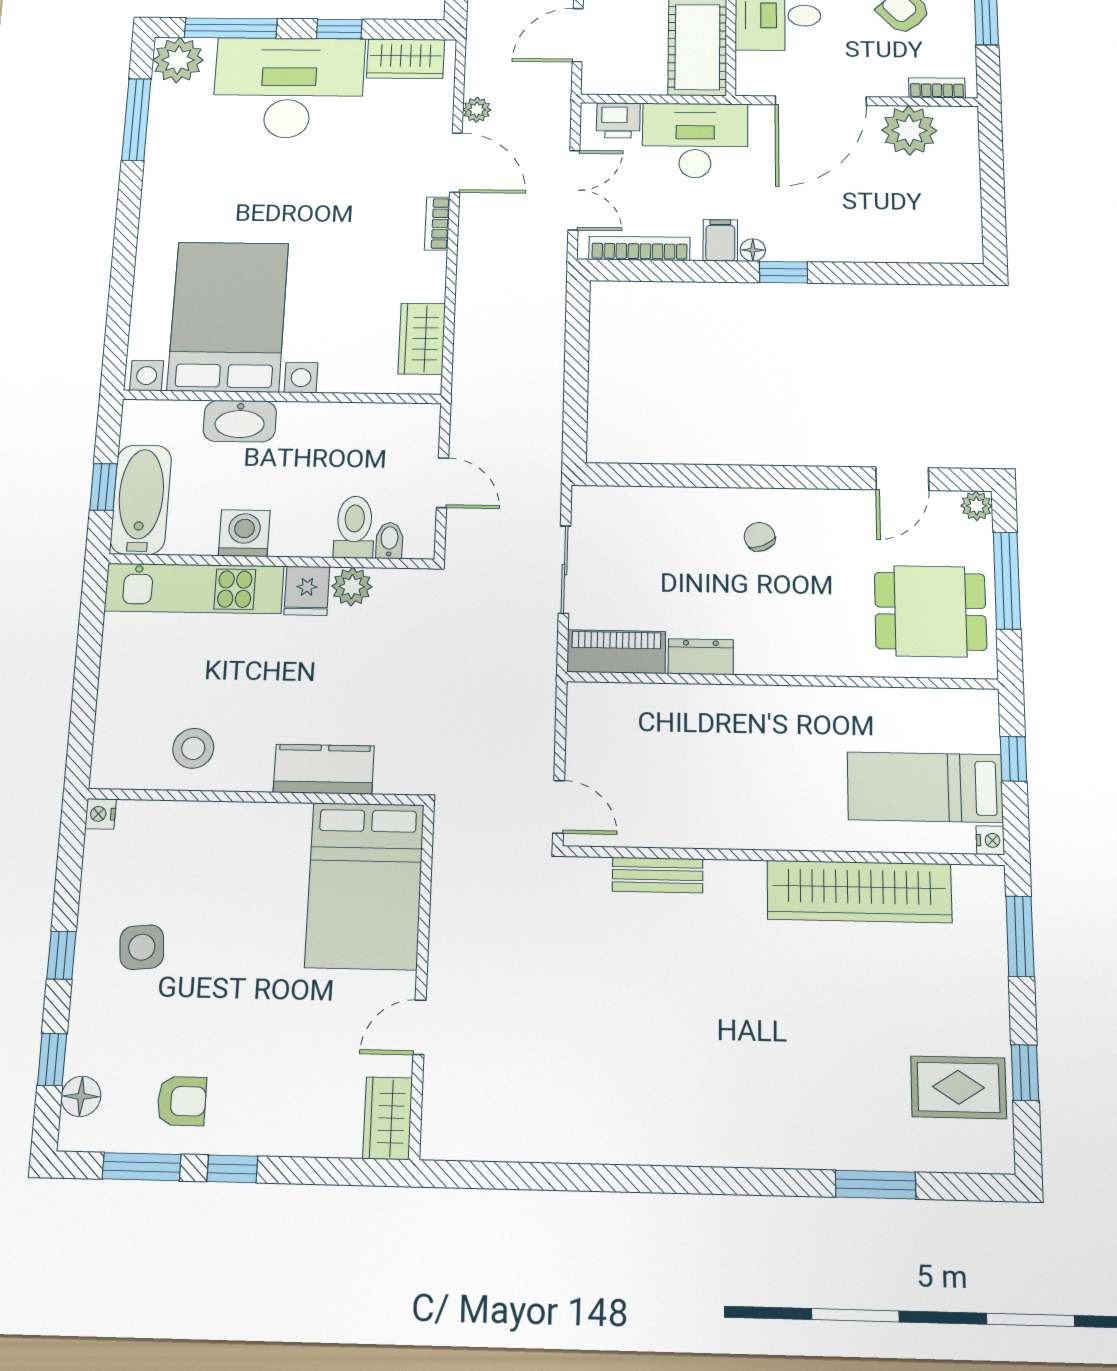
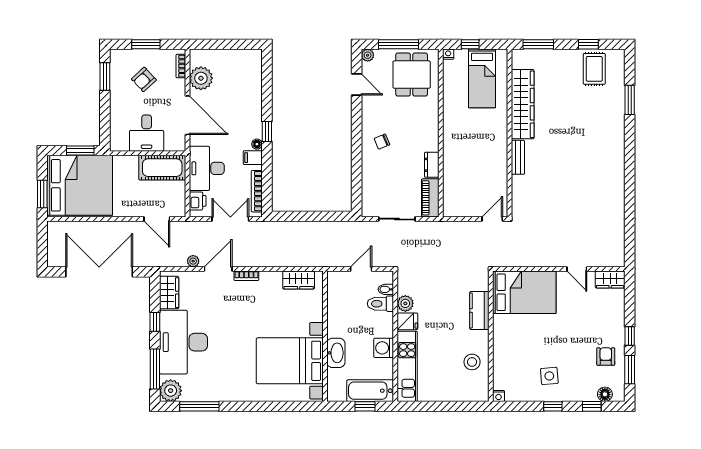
nightstand: (990, 840) -> (448, 54), moved
bench: (658, 875) -> (518, 157), moved

